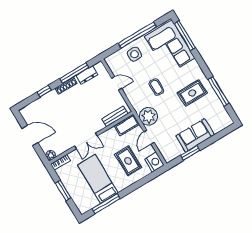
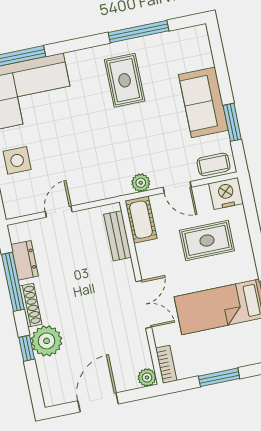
coffee table: (156, 87) -> (214, 164), moved
plant: (51, 100) -> (47, 341), added
plant: (148, 116) -> (141, 183), width x0.53, depth x0.53

